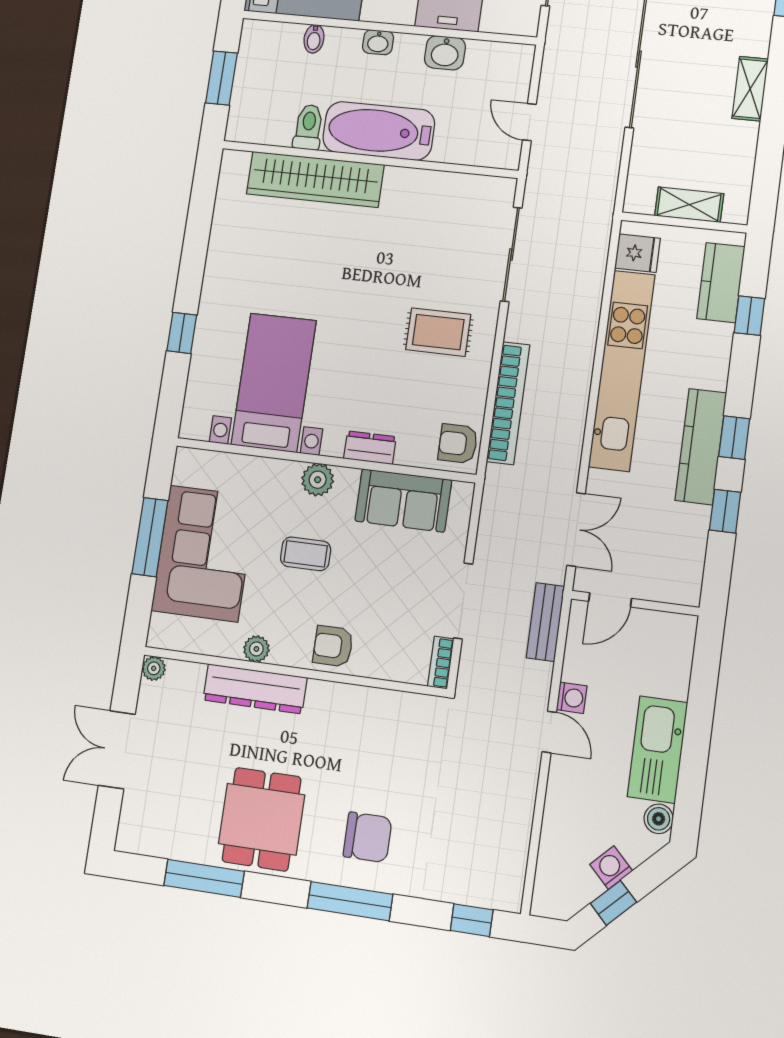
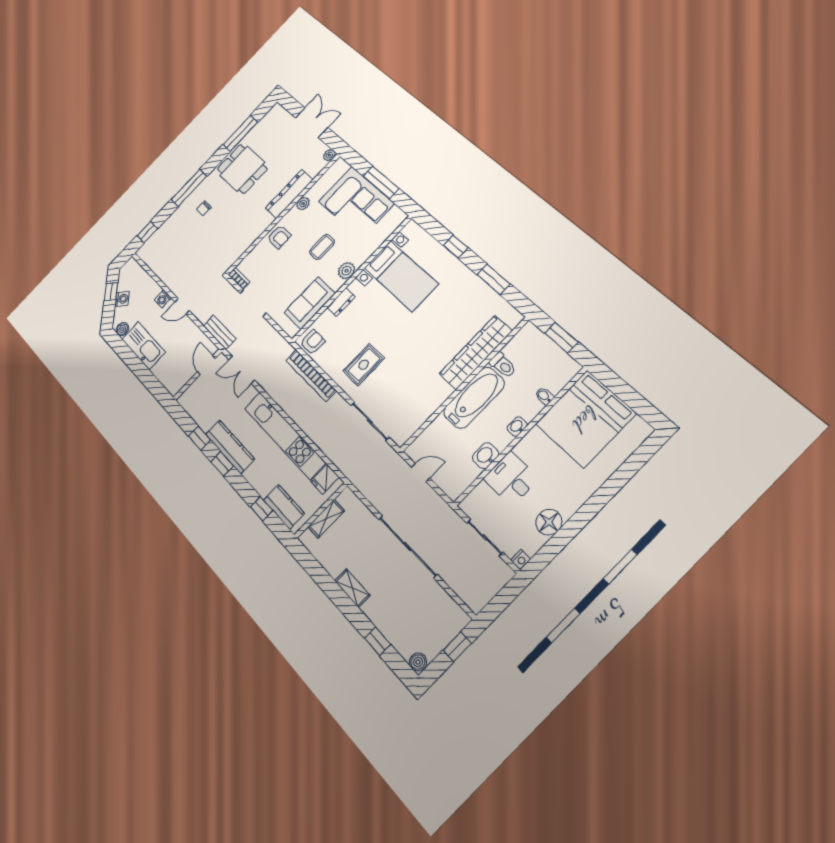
window: (197, 237) -> (494, 279), added
armchair: (333, 646) -> (279, 237), turned 90
washing machine: (572, 698) -> (163, 299), moved
chair: (368, 837) -> (204, 208), width x0.54, depth x0.54

